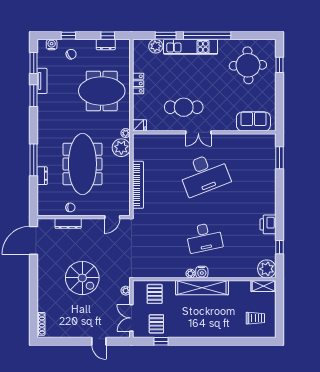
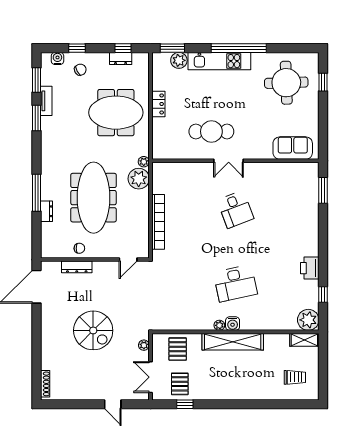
window: (166, 36) -> (172, 48), moved
fridge: (140, 125) -> (160, 153), removed
desk: (204, 174) -> (235, 209), width x0.53, depth x0.77

